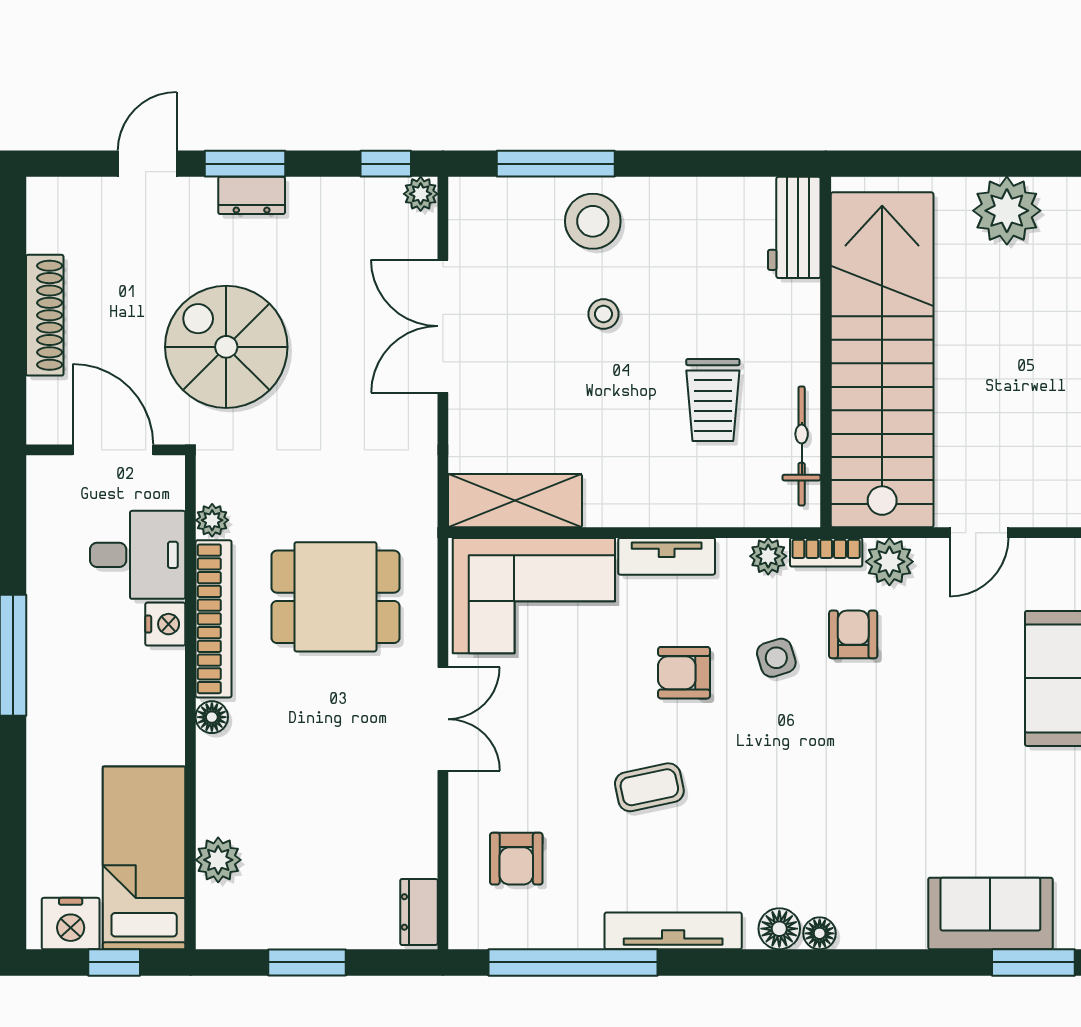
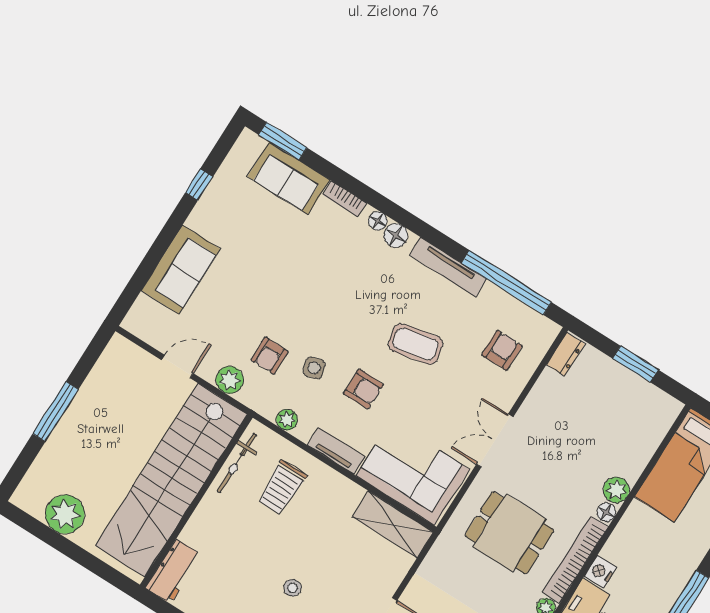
trolley: (713, 400) -> (282, 487), moved, turned 180
bookcase: (826, 552) -> (345, 199), moved, turned 180
coffee table: (649, 787) -> (415, 344), width x1.36, depth x1.30
plant: (218, 860) -> (616, 490), moved

